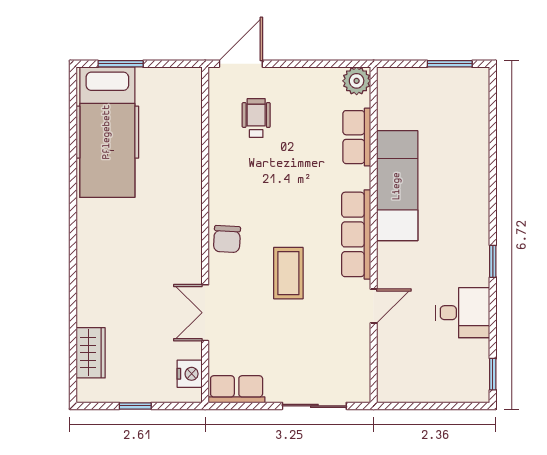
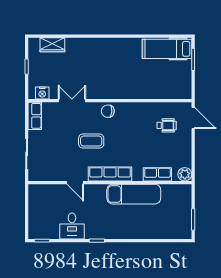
hospital bed: (107, 132) -> (167, 49), width x0.73, depth x0.78

